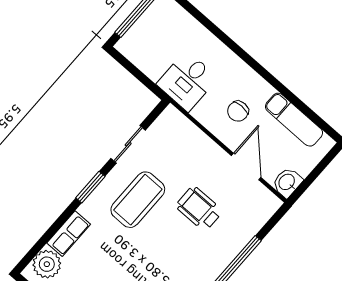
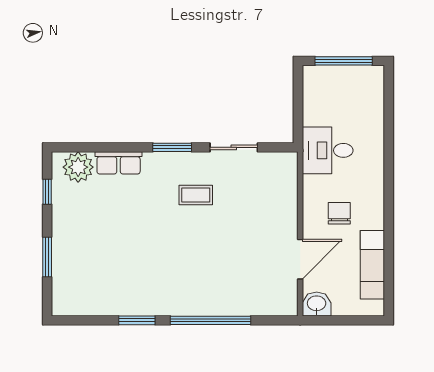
chair: (238, 111) -> (339, 213), turned 90
coffee table: (138, 200) -> (196, 195), width x0.54, depth x0.58
wheelchair: (199, 209) -> (232, 251), removed

